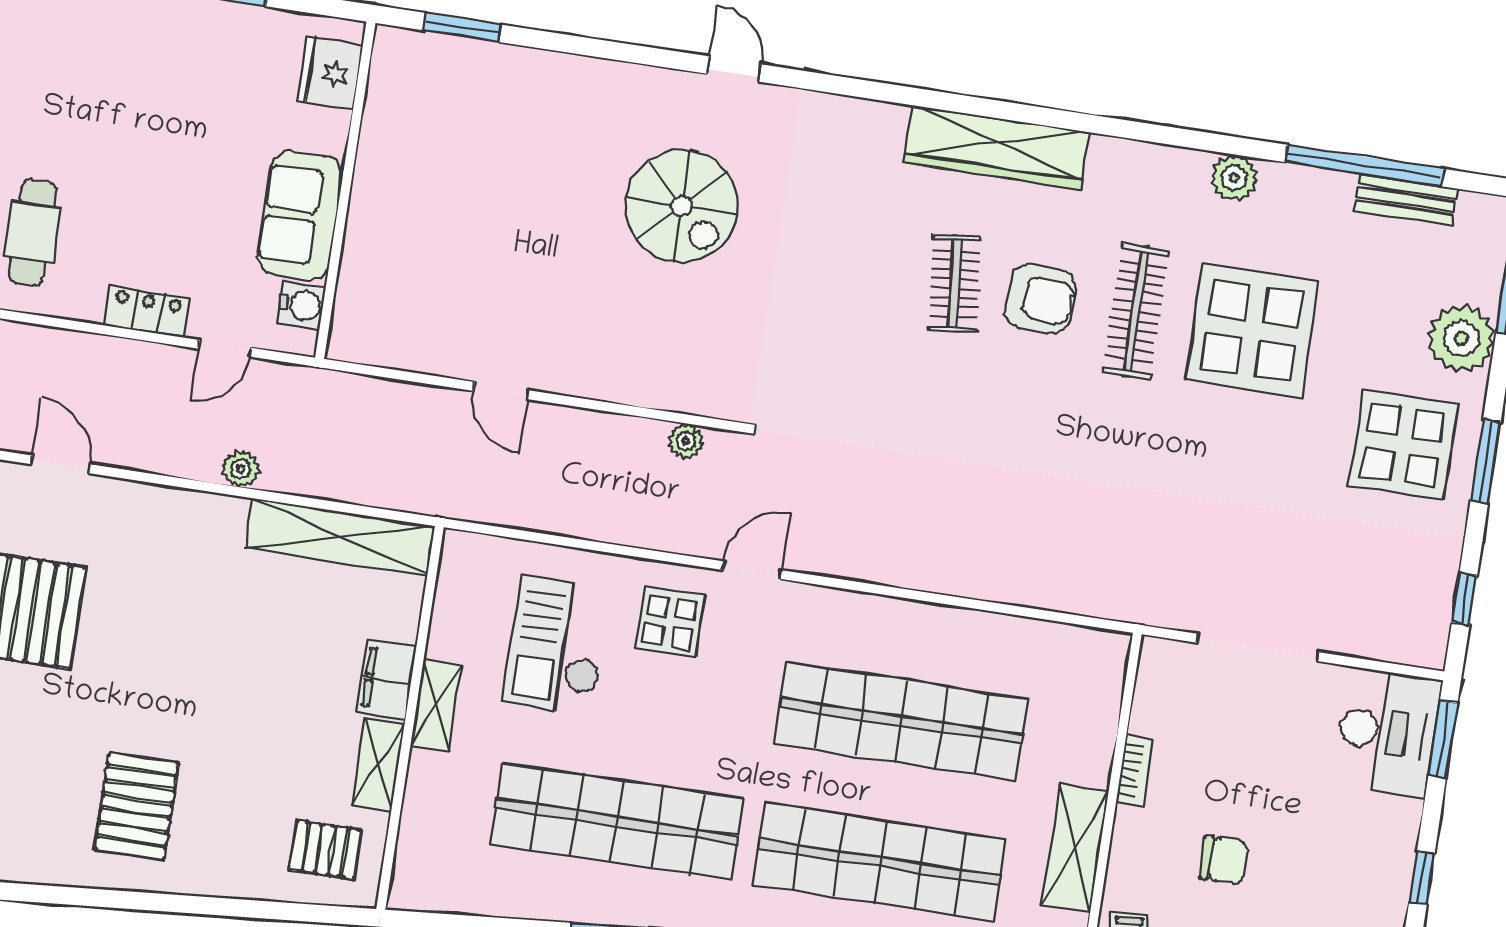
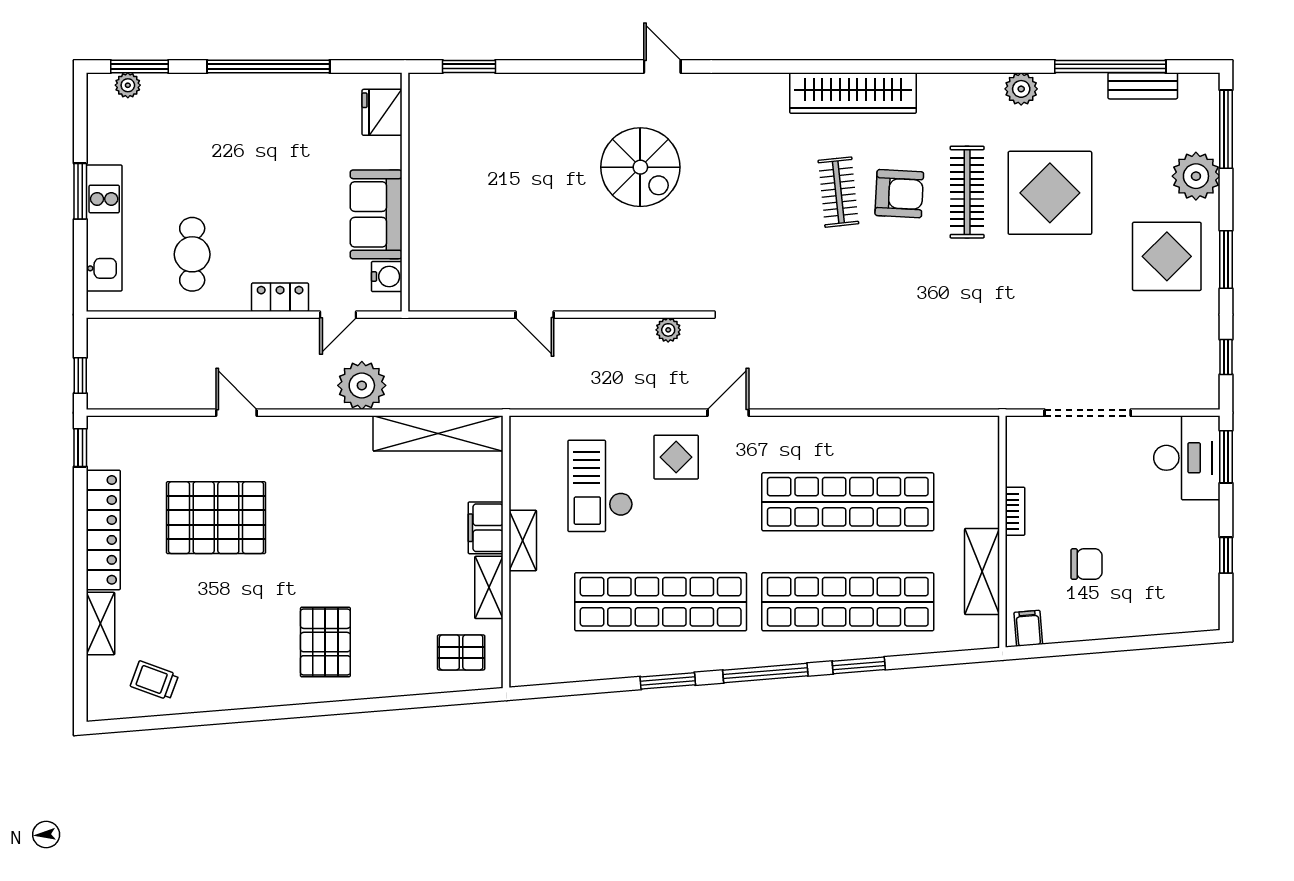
plant: (241, 469) -> (362, 385), width x1.87, depth x1.87

